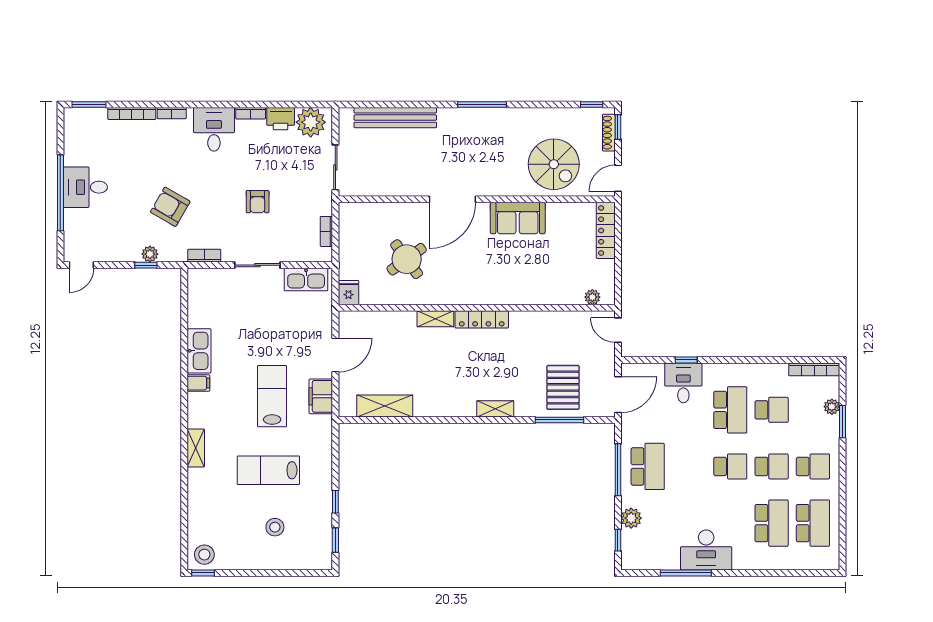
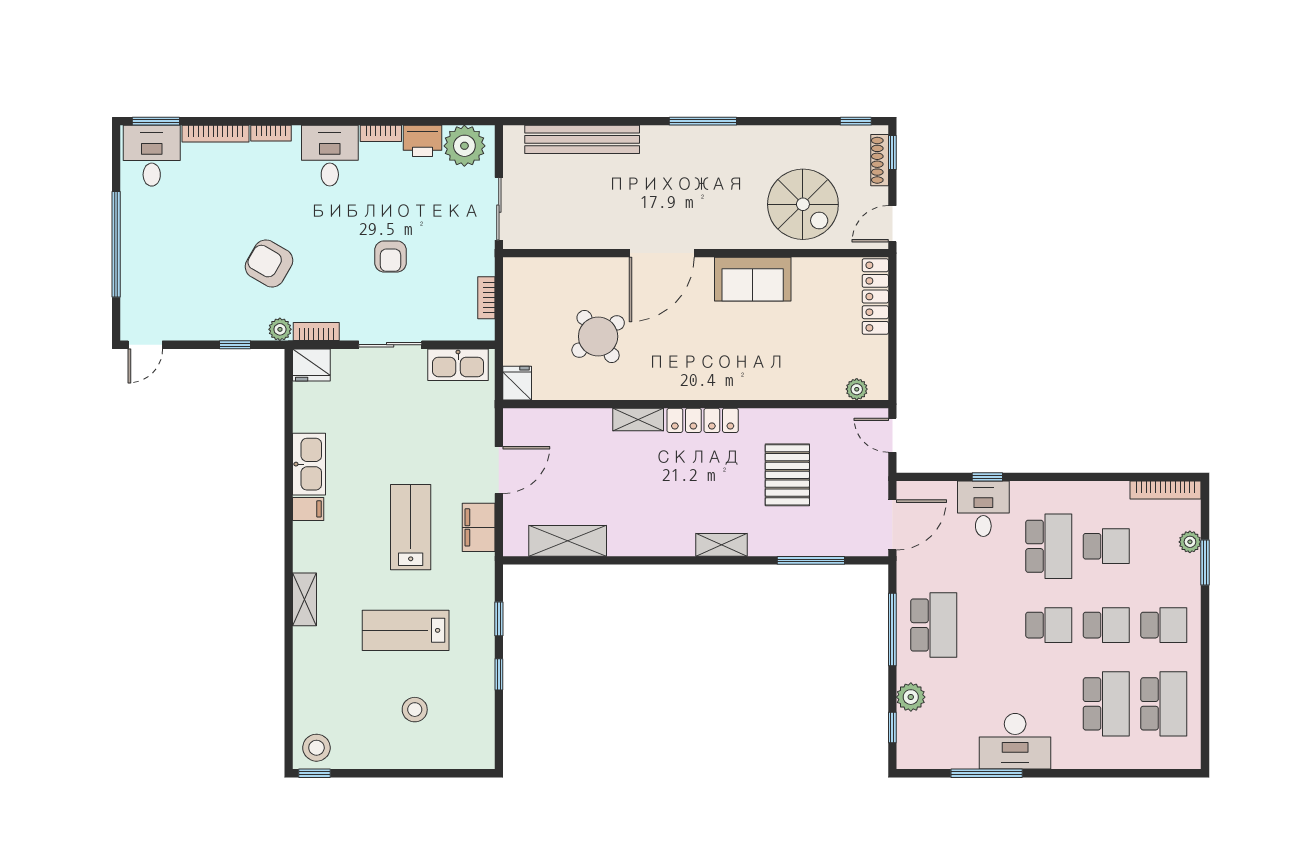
desk: (85, 187) -> (152, 156), moved, turned 90
plant: (150, 254) -> (280, 329), moved
fridge: (201, 280) -> (311, 365), added
pallet: (563, 387) -> (787, 475), moved
window: (335, 540) -> (499, 619), moved

